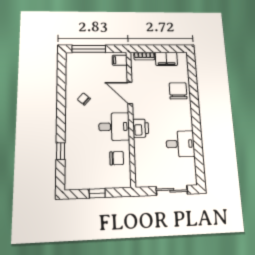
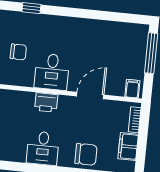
chair: (84, 99) -> (89, 40), removed
desk: (180, 144) -> (43, 148), moved
chair: (117, 158) -> (18, 52), moved, turned -90

